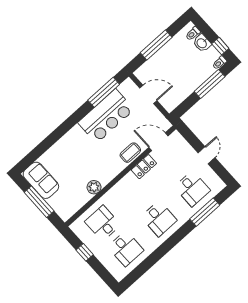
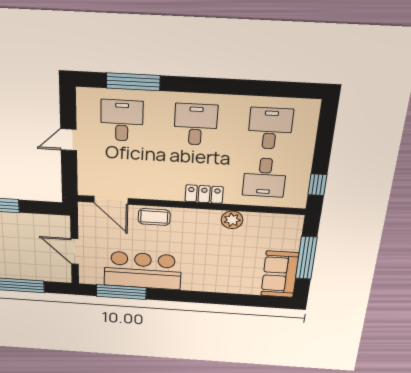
locker: (144, 167) -> (204, 194), moved
window: (85, 252) -> (317, 185), moved

